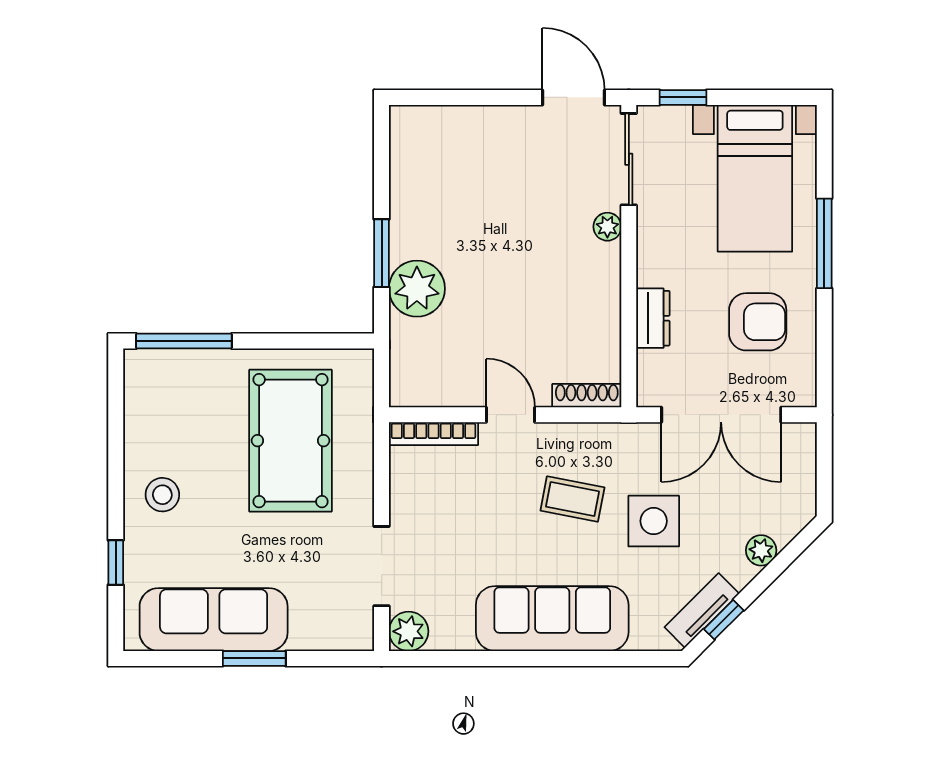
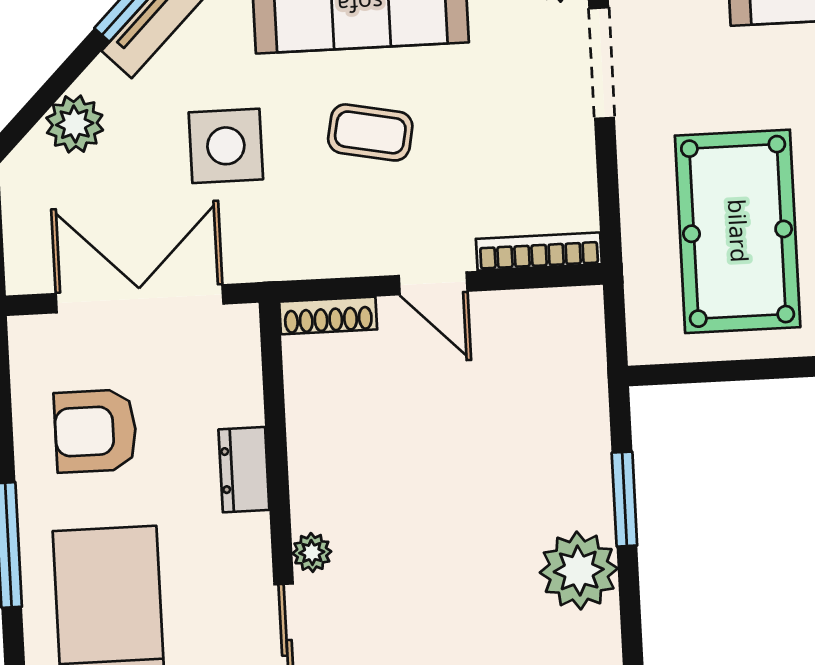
plant: (417, 289) -> (579, 570), moved
dresser: (653, 318) -> (244, 470), moved
coffee table: (572, 499) -> (370, 132), moved
plant: (761, 550) -> (75, 124), width x1.38, depth x1.38

